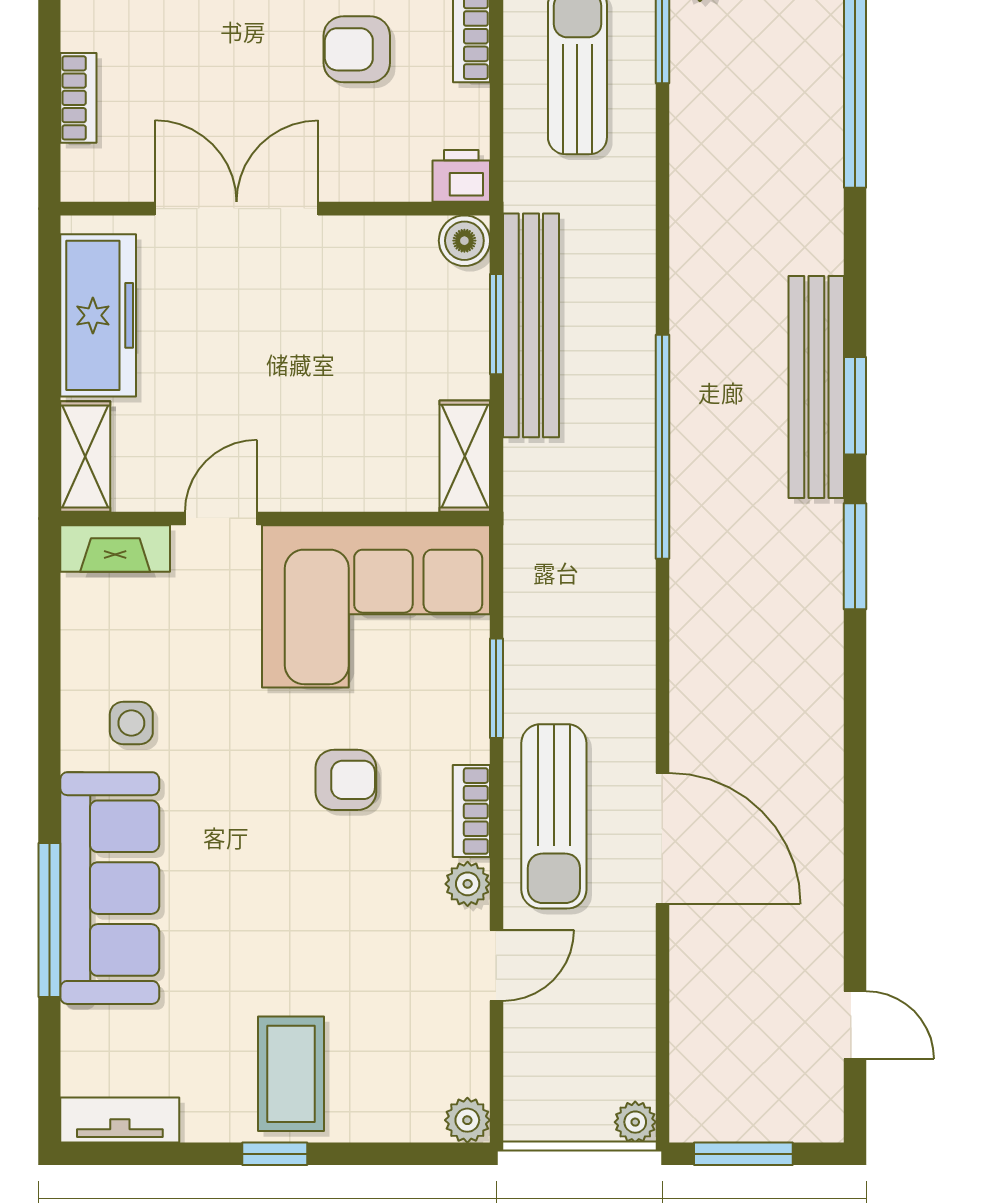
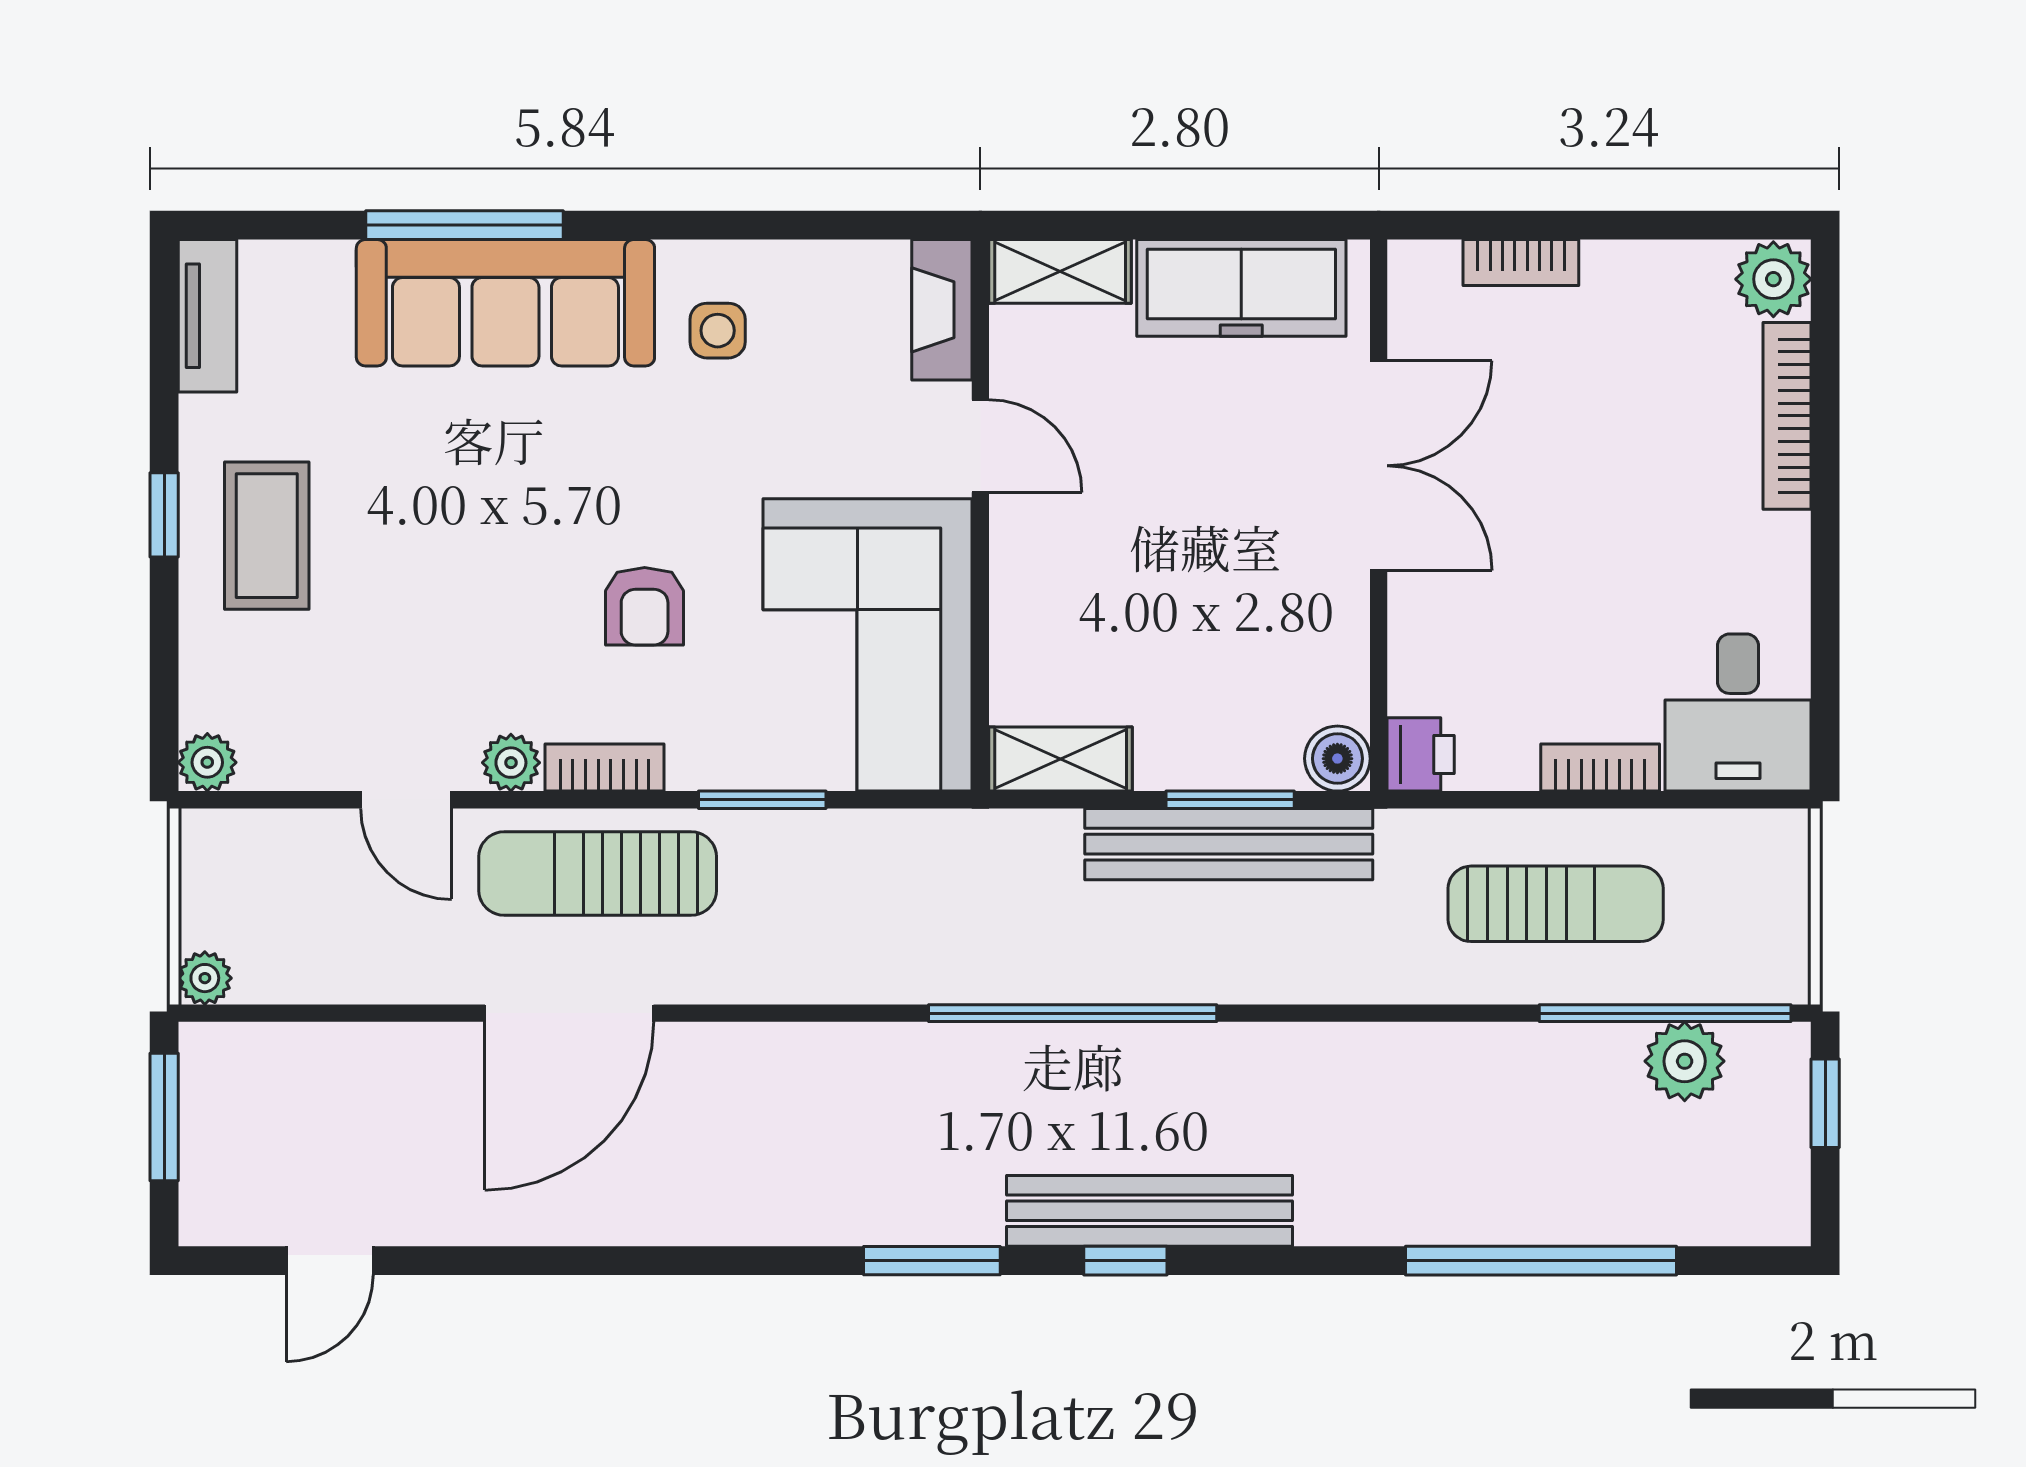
armchair: (357, 49) -> (1583, 620), removed
window: (855, 406) -> (1125, 1261), width x0.67
coffee table: (291, 1074) -> (267, 536), turned 90

